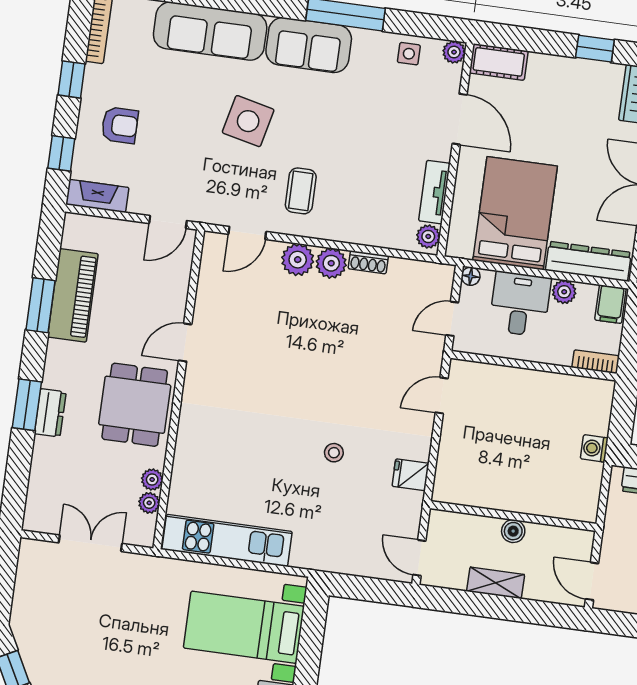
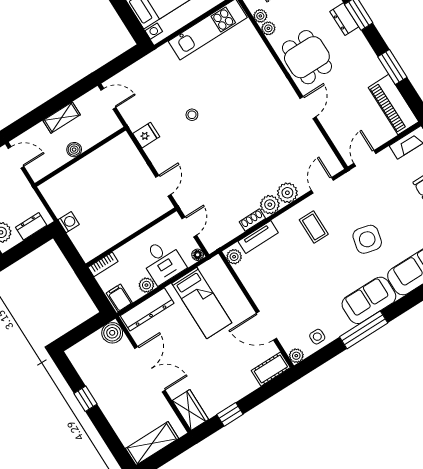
tv unit: (434, 192) -> (258, 237), moved, turned 90
bed: (515, 213) -> (202, 303), width x0.67
piano: (73, 295) -> (393, 105), moved

